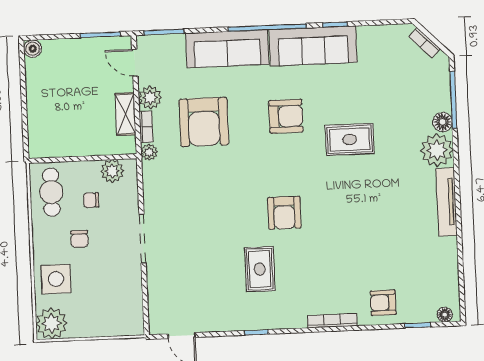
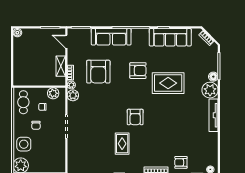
sofa: (313, 46) -> (170, 37), moved
plant: (150, 98) -> (73, 95), moved
rug: (350, 139) -> (168, 83), width x1.36, depth x1.43

